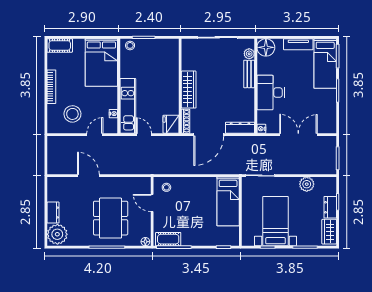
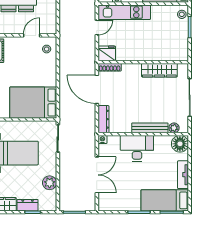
bench: (249, 74) -> (150, 128), width x1.36
wardrobe: (189, 90) -> (159, 70), moved
bed: (228, 201) -> (33, 103), width x1.50

